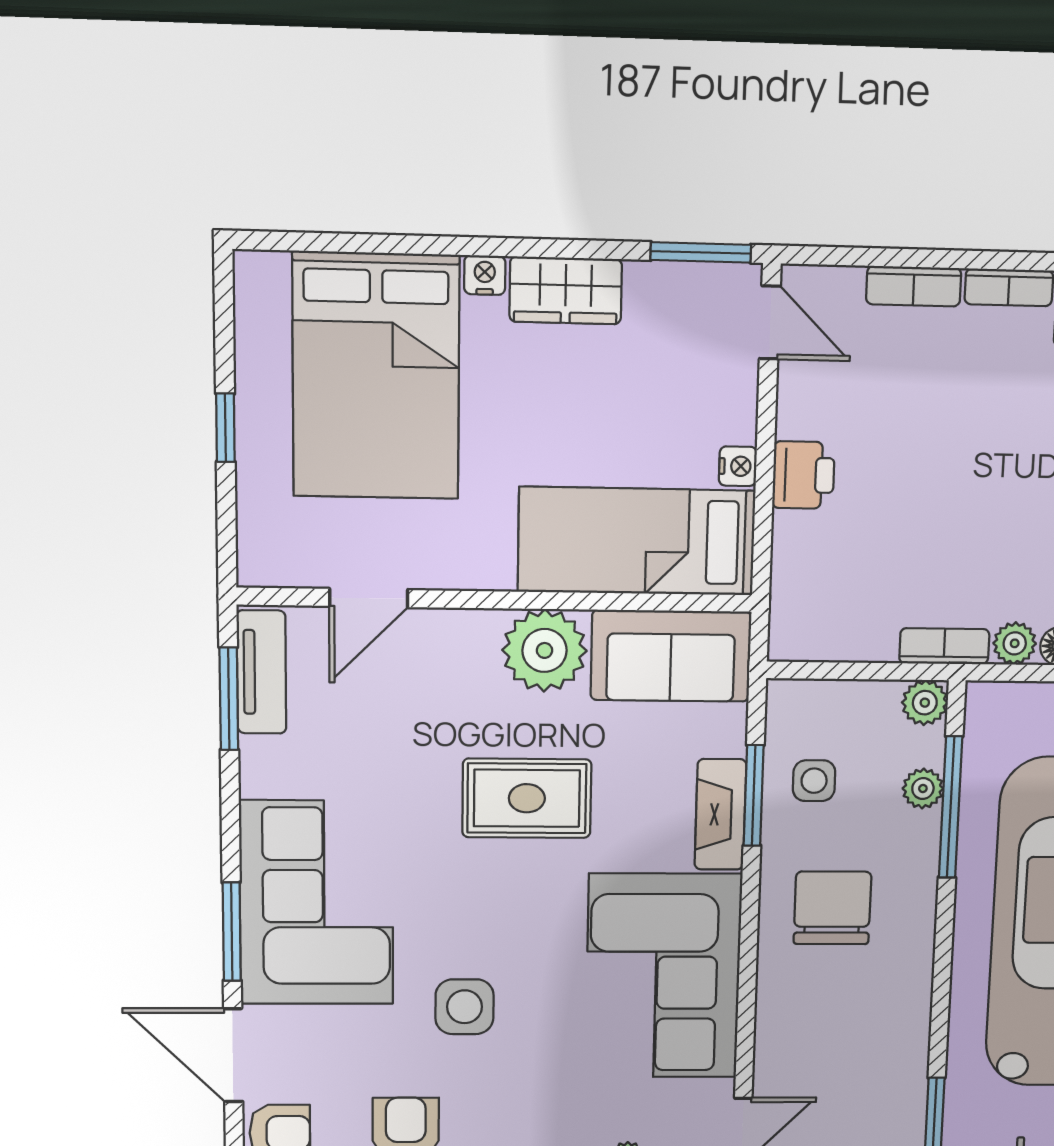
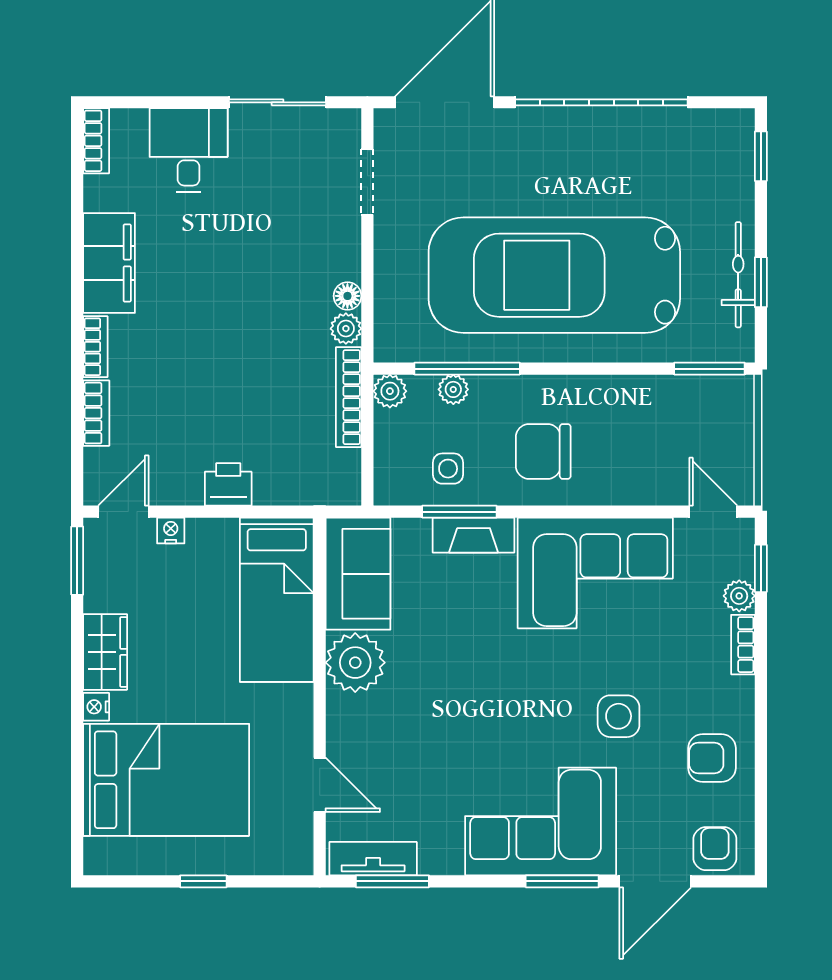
nightstand: (738, 466) -> (171, 531), moved
bookcase: (944, 646) -> (349, 397), width x1.56
rug: (527, 798) -> (463, 673), removed

